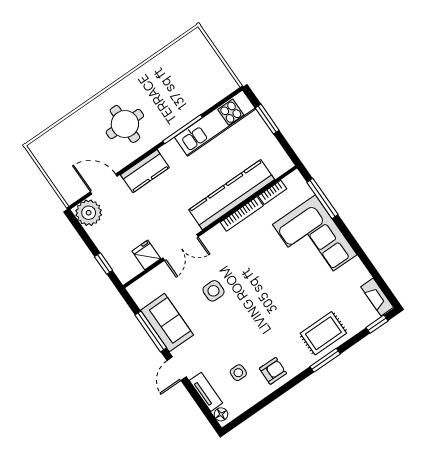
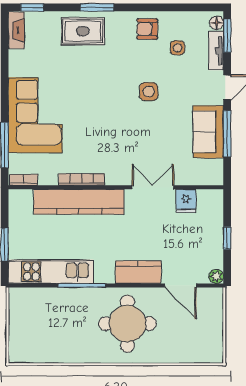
round table: (125, 124) -> (127, 324), width x1.36, depth x1.36
bookcase: (272, 192) -> (24, 180), moved
plant: (89, 213) -> (216, 276), width x0.53, depth x0.53
window: (104, 264) -> (227, 238), moved
side table: (213, 291) -> (149, 92), moved
window: (205, 410) -> (227, 36), added

